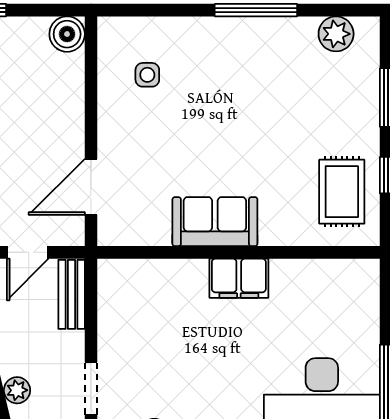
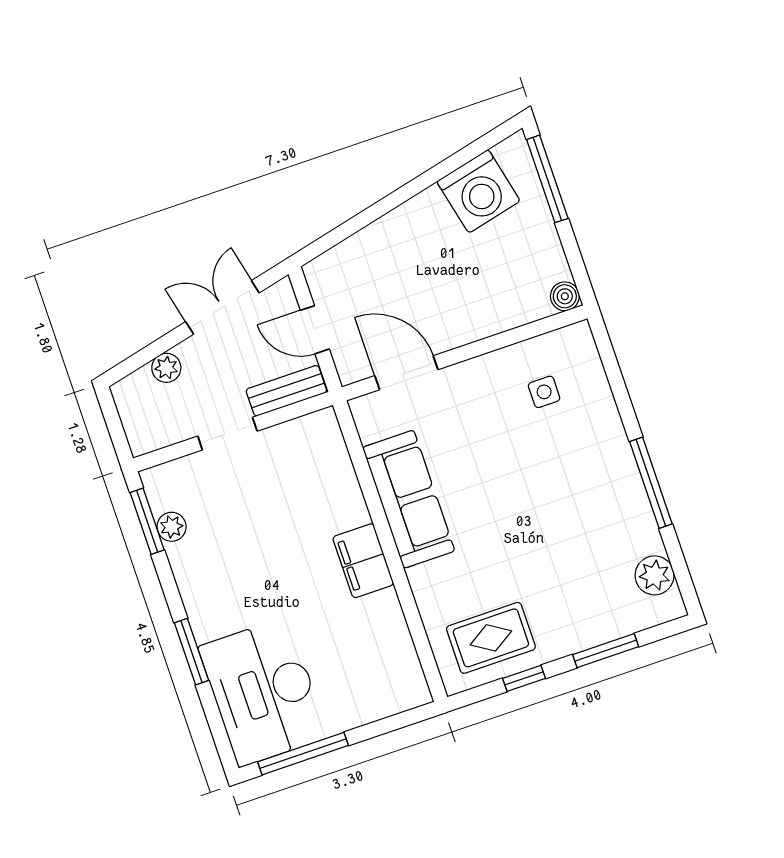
boiler: (67, 34) -> (565, 296), width x0.73, depth x0.73
sofa: (215, 222) -> (409, 499), width x1.36
doorway: (91, 388) -> (227, 434), moved

